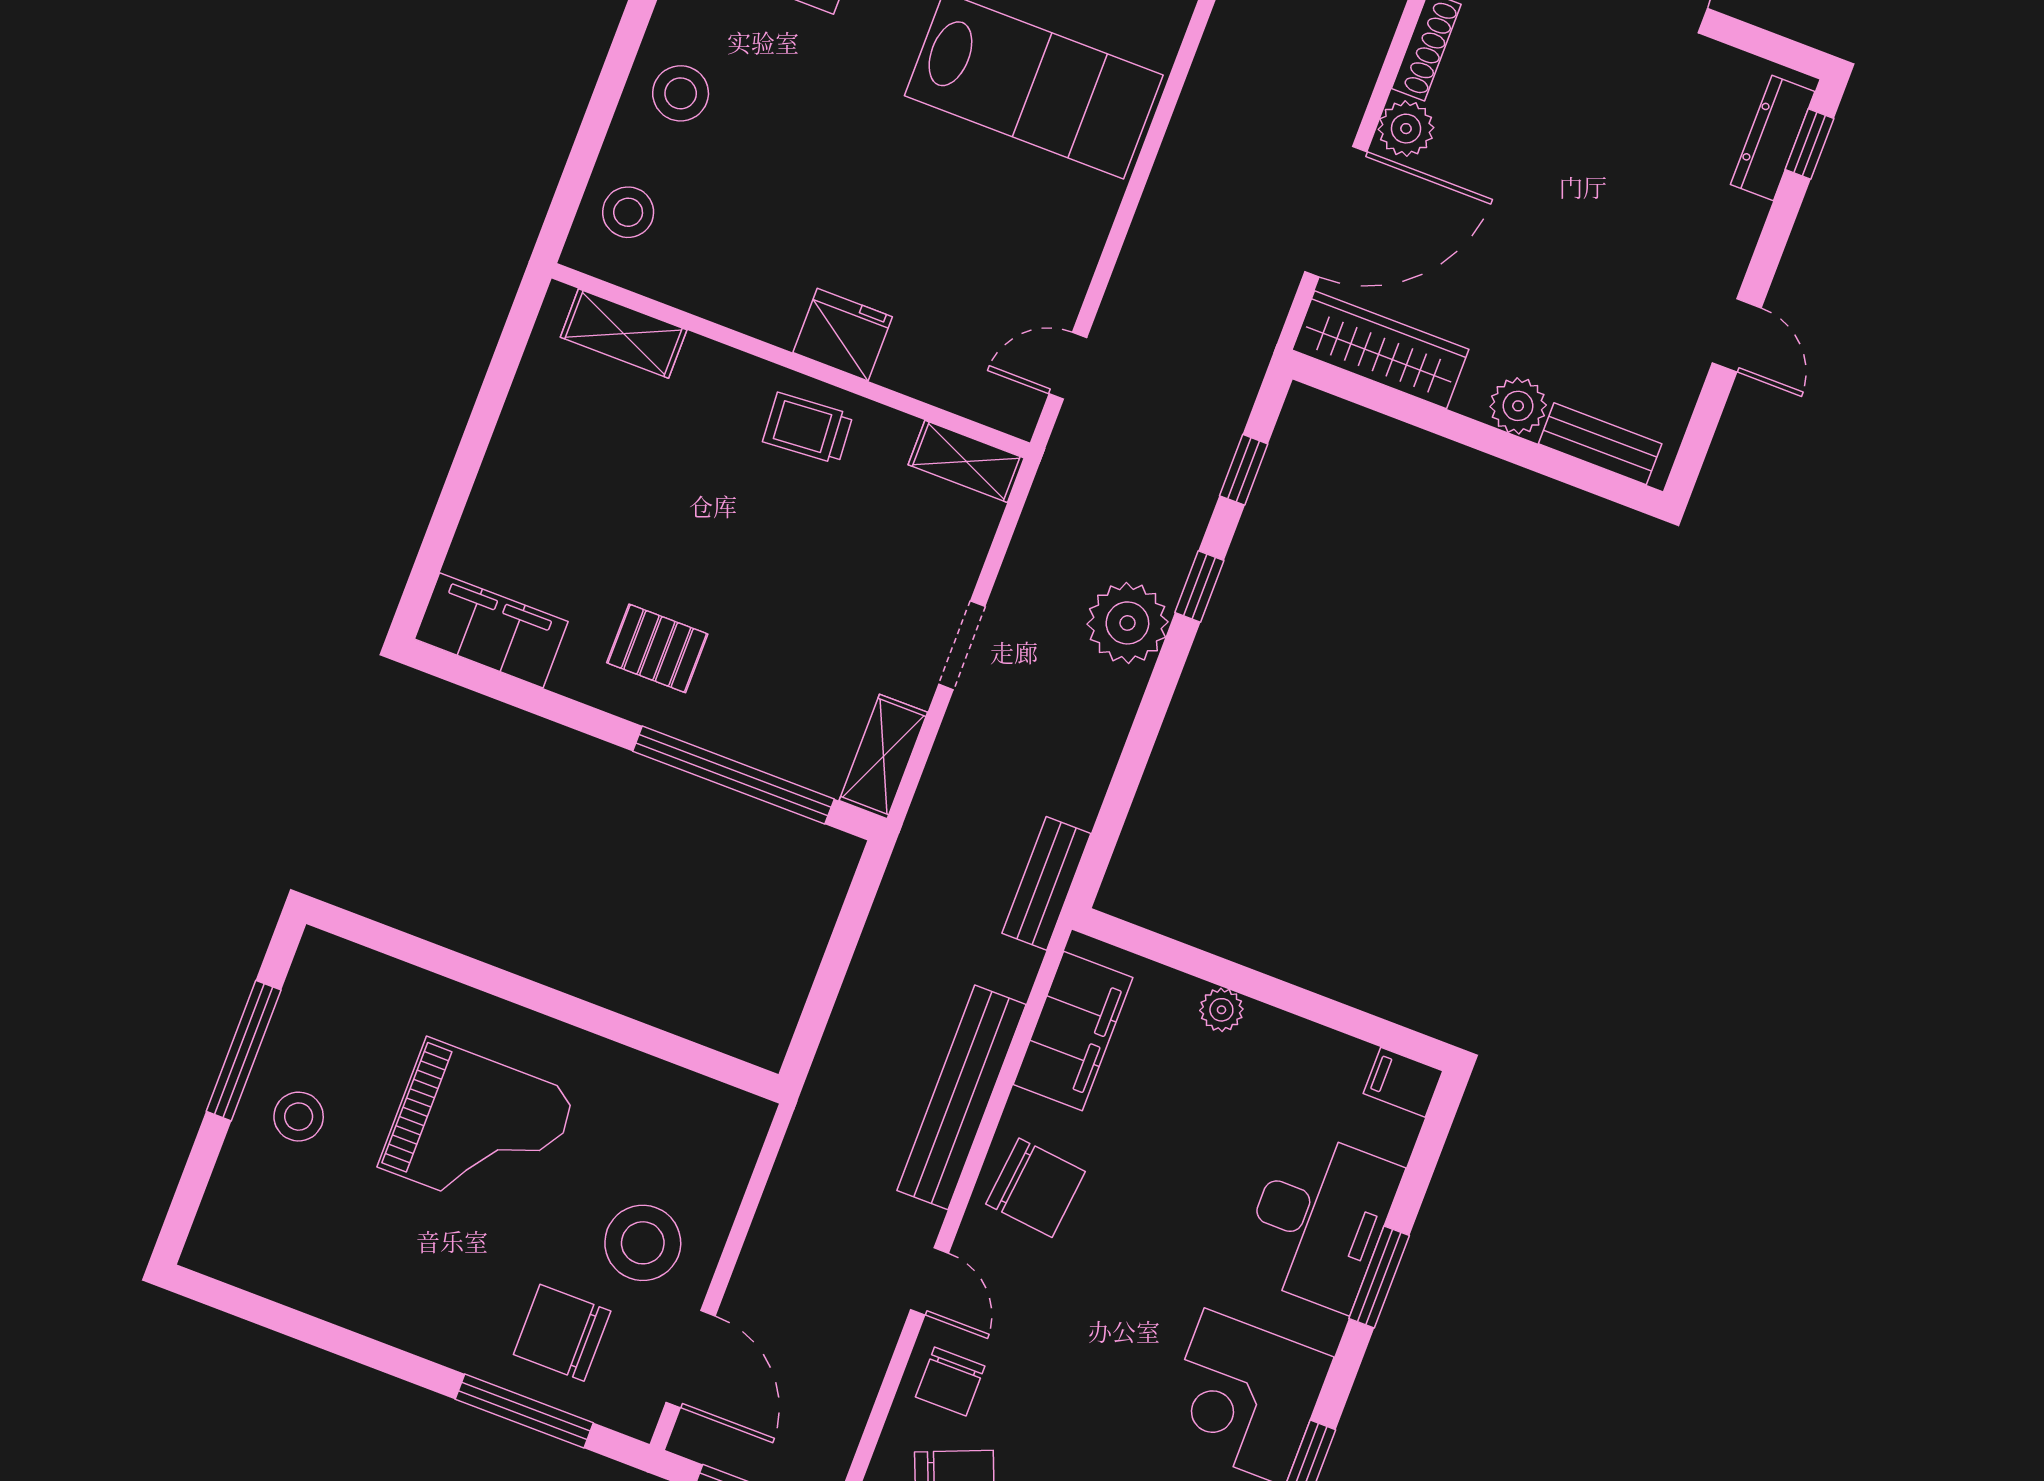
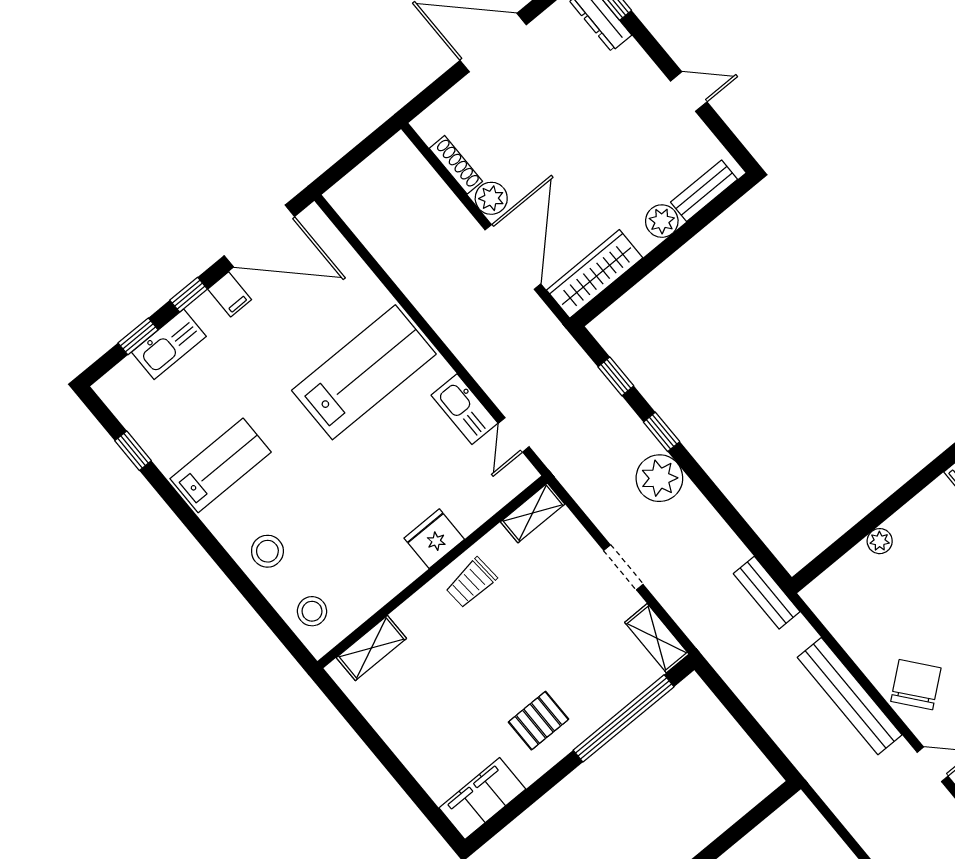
kitchen sink: (1064, 269) -> (465, 409), added
filing cabinet: (1073, 1031) -> (848, 621), removed
chair: (1036, 1188) -> (916, 685), turned -45

